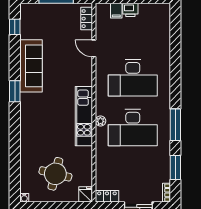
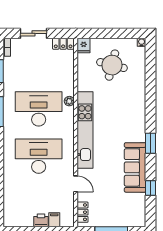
window: (15, 27) -> (150, 188), moved
kitchen unit: (84, 116) -> (85, 130), width x1.36
plant: (100, 121) -> (69, 101), moved

